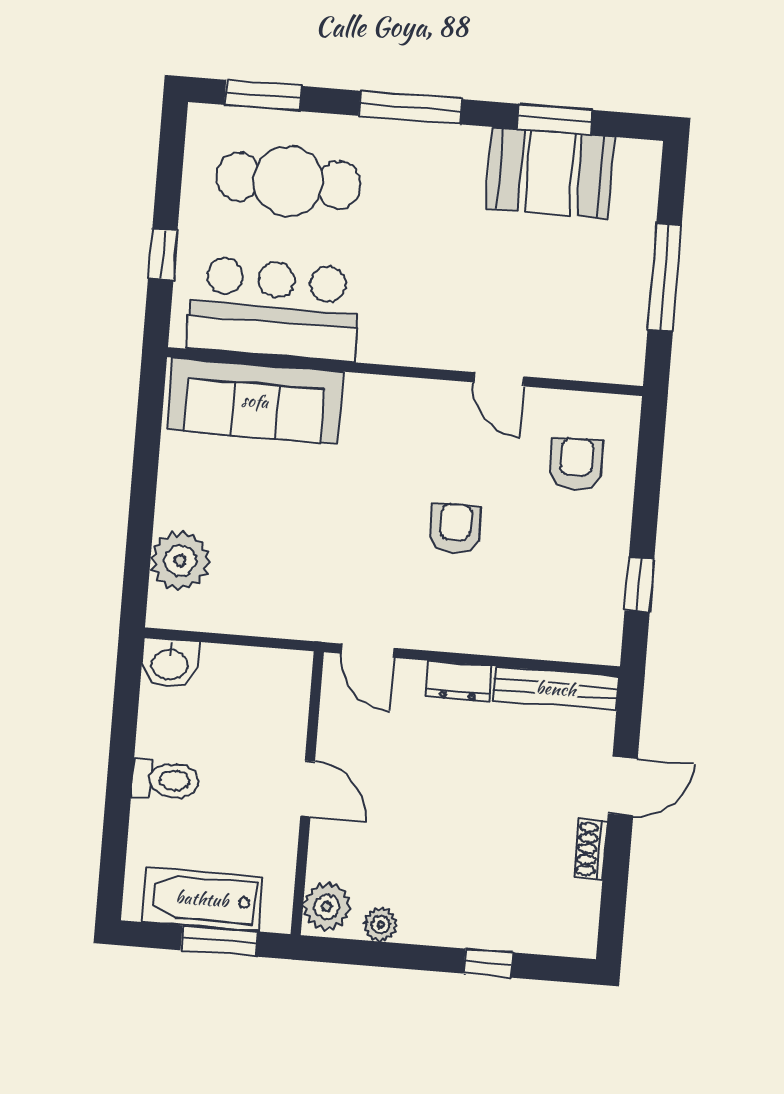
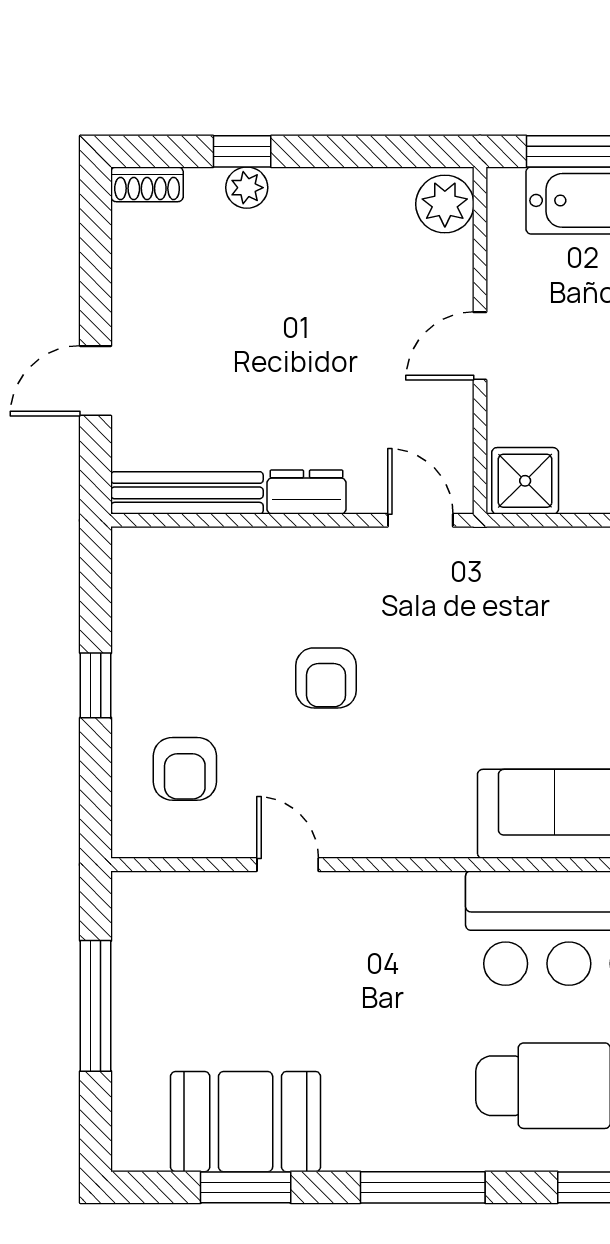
window: (639, 585) -> (96, 685), moved
shower: (280, 676) -> (525, 481), added
door: (308, 789) -> (480, 346), hinge flipped
shoe rack: (591, 849) -> (147, 184), moved, turned 90
plant: (381, 924) -> (247, 188), moved

